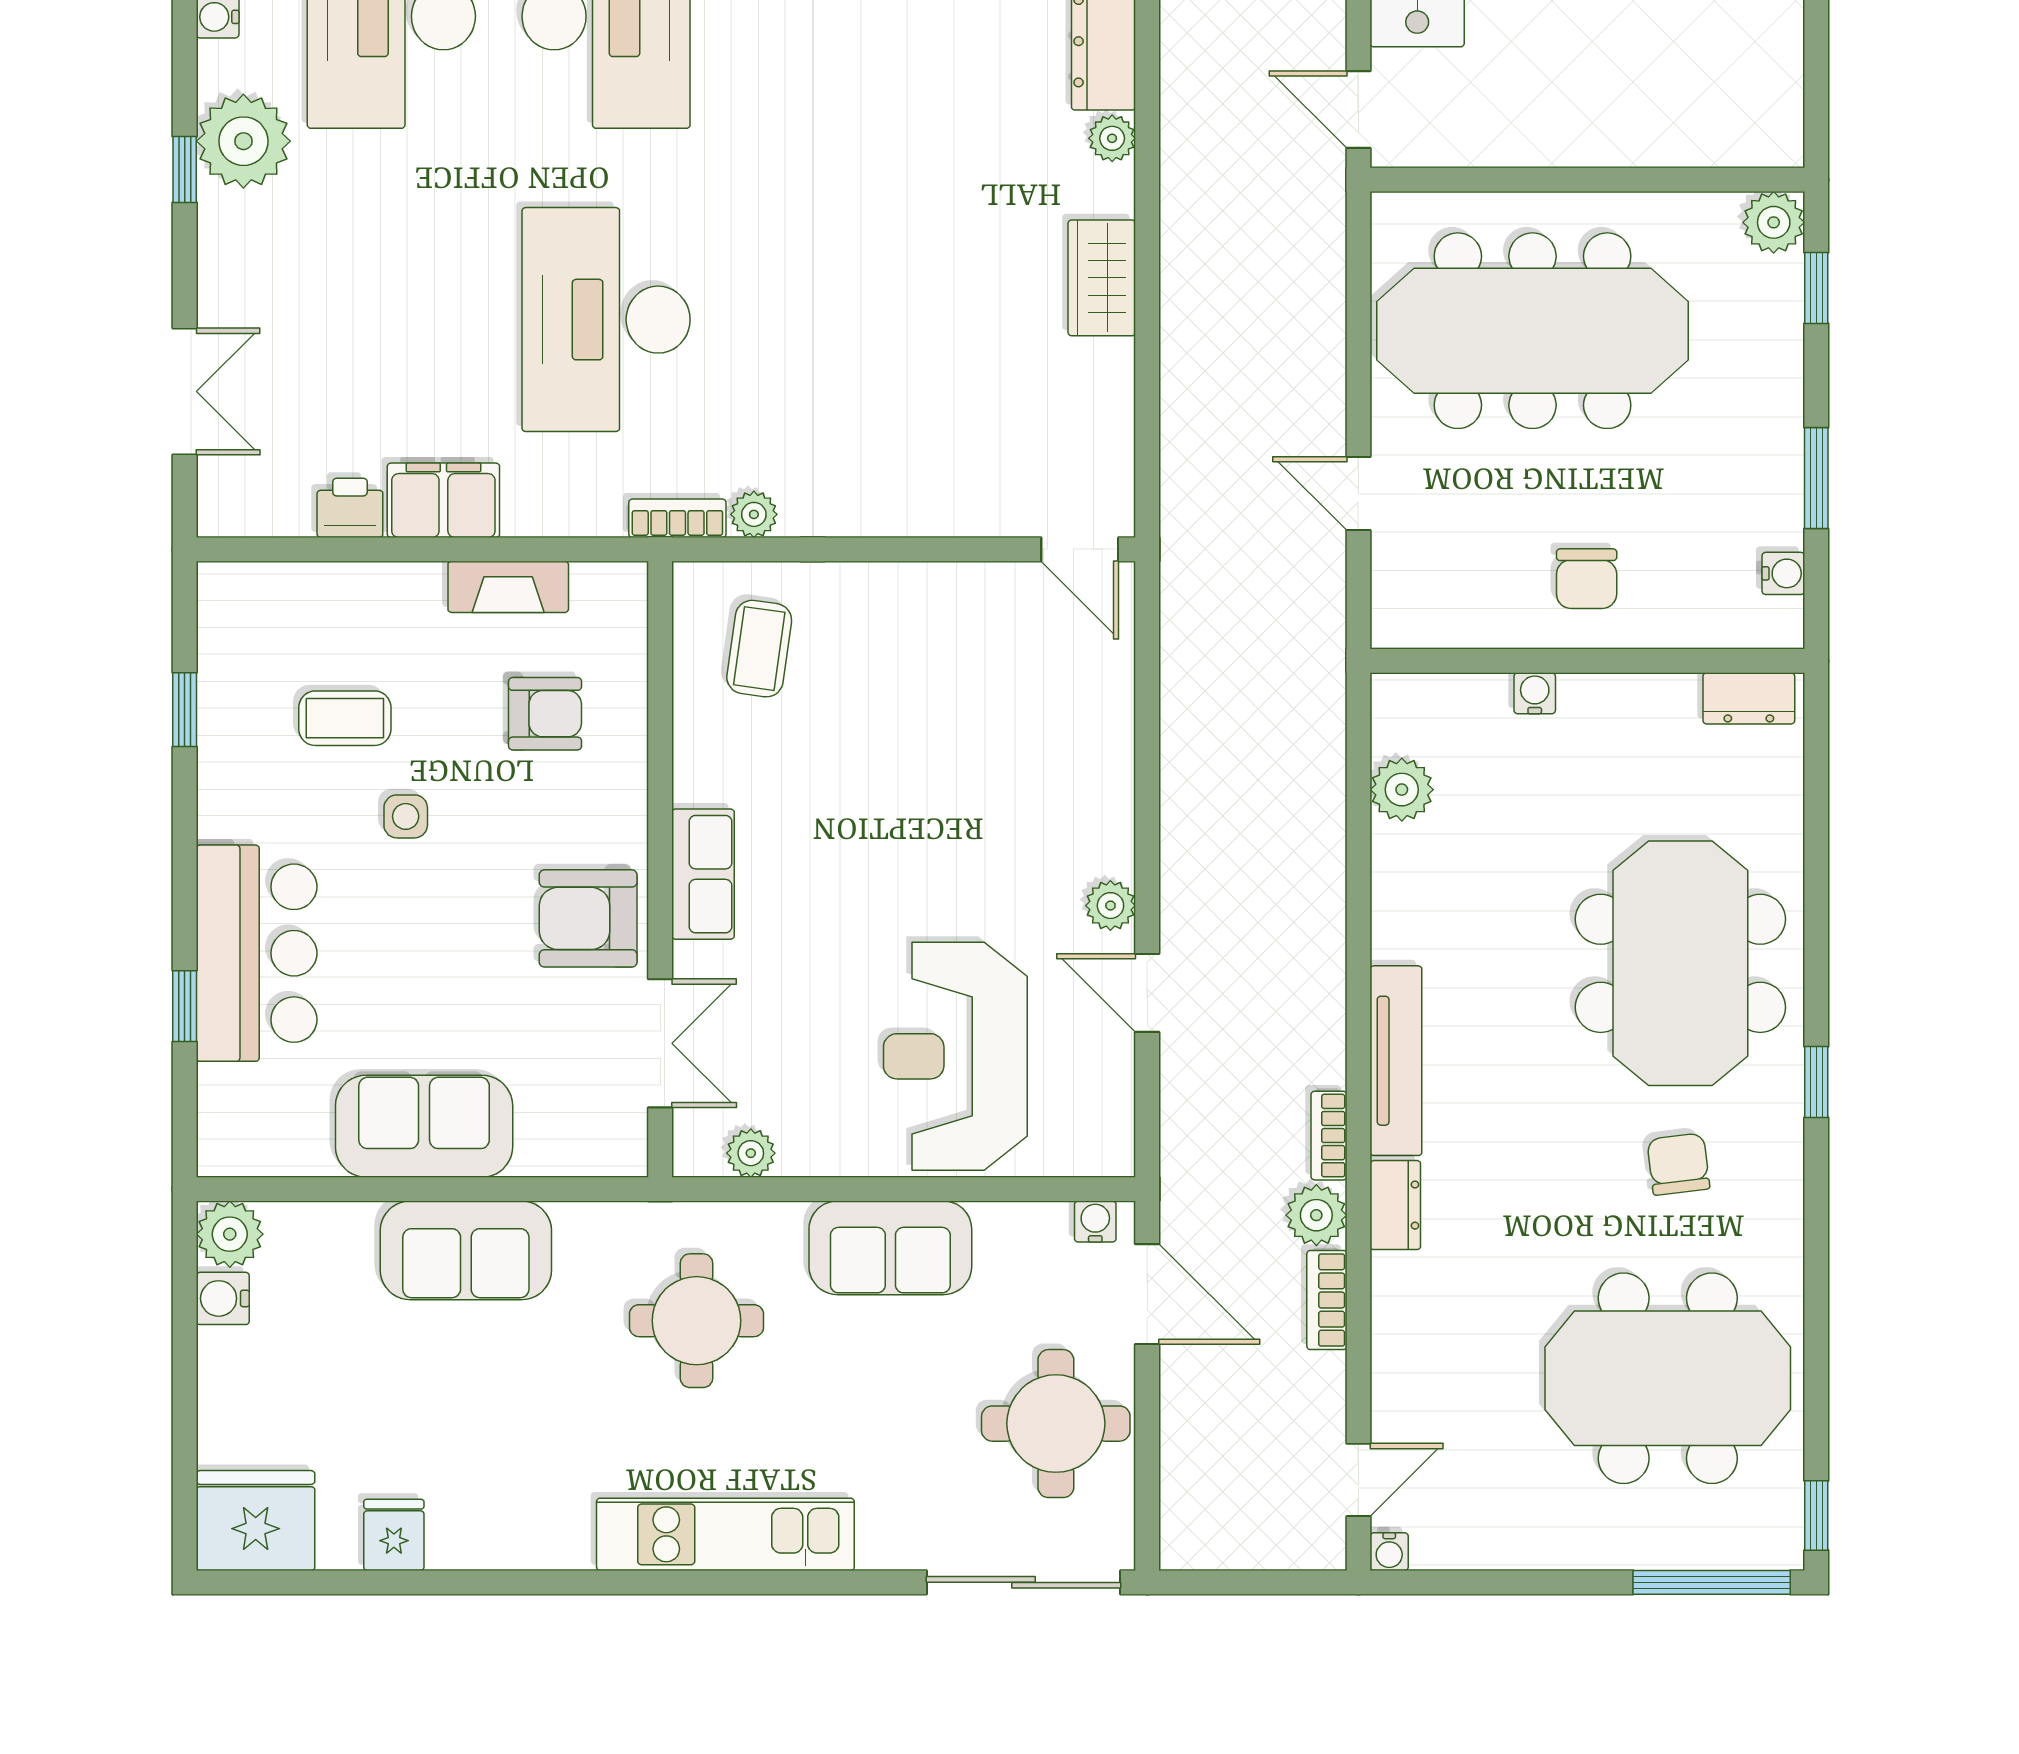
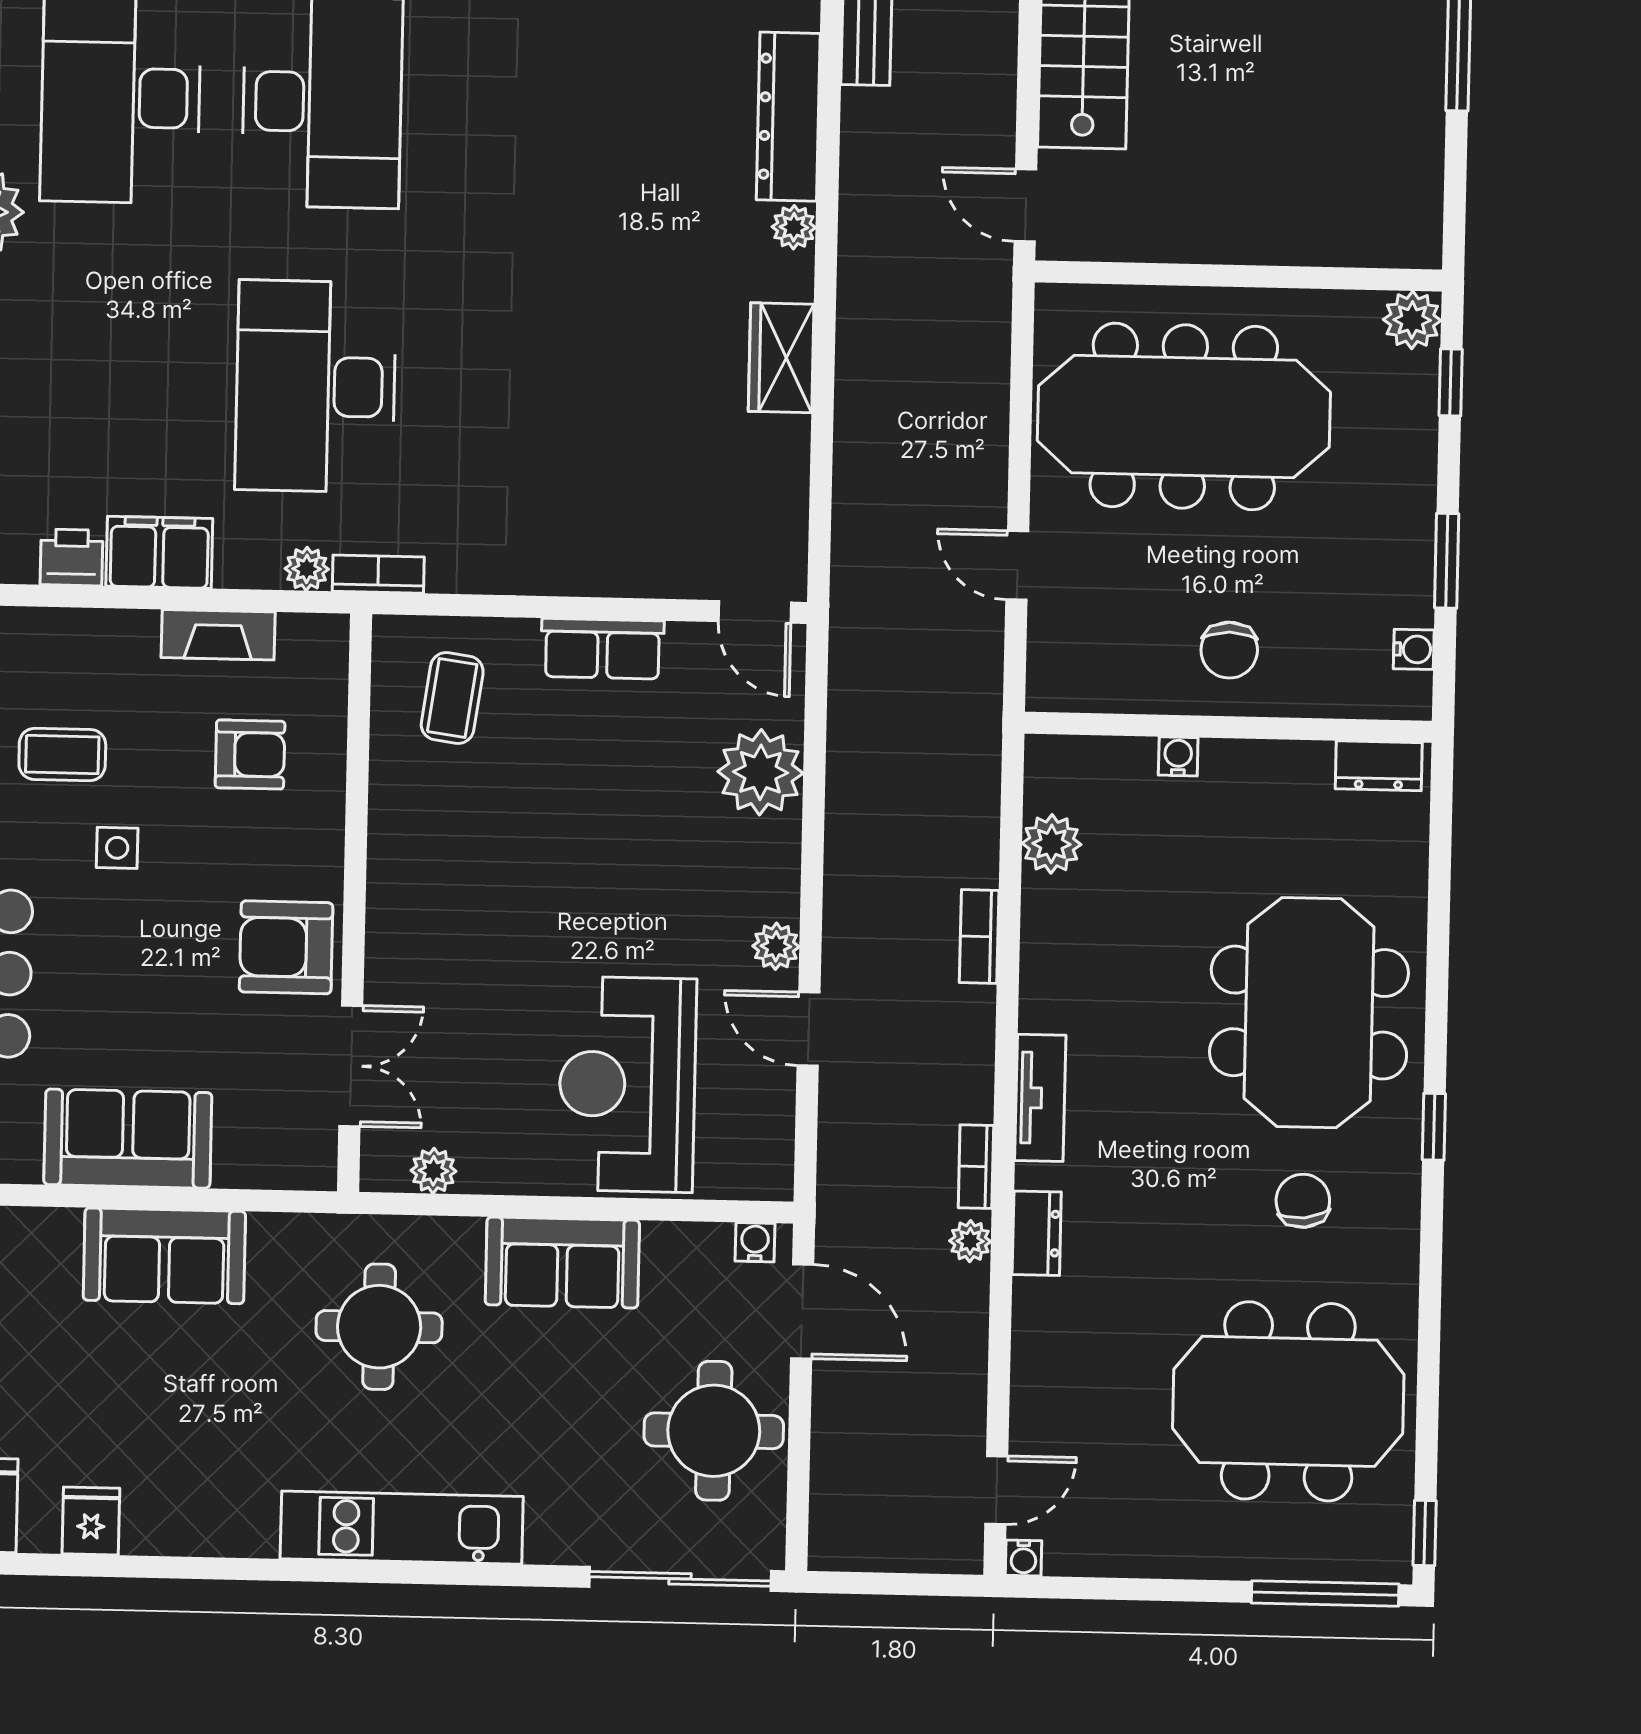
plant: (754, 514) -> (307, 569), moved
plant: (1090, 720) -> (760, 772), added
row of seats: (703, 874) -> (602, 649), moved, turned 90
tv unit: (1396, 1061) -> (1040, 1098), width x0.71
plant: (1316, 1215) -> (970, 1241), width x0.73, depth x0.73
bookcase: (1327, 1300) -> (979, 937), moved

